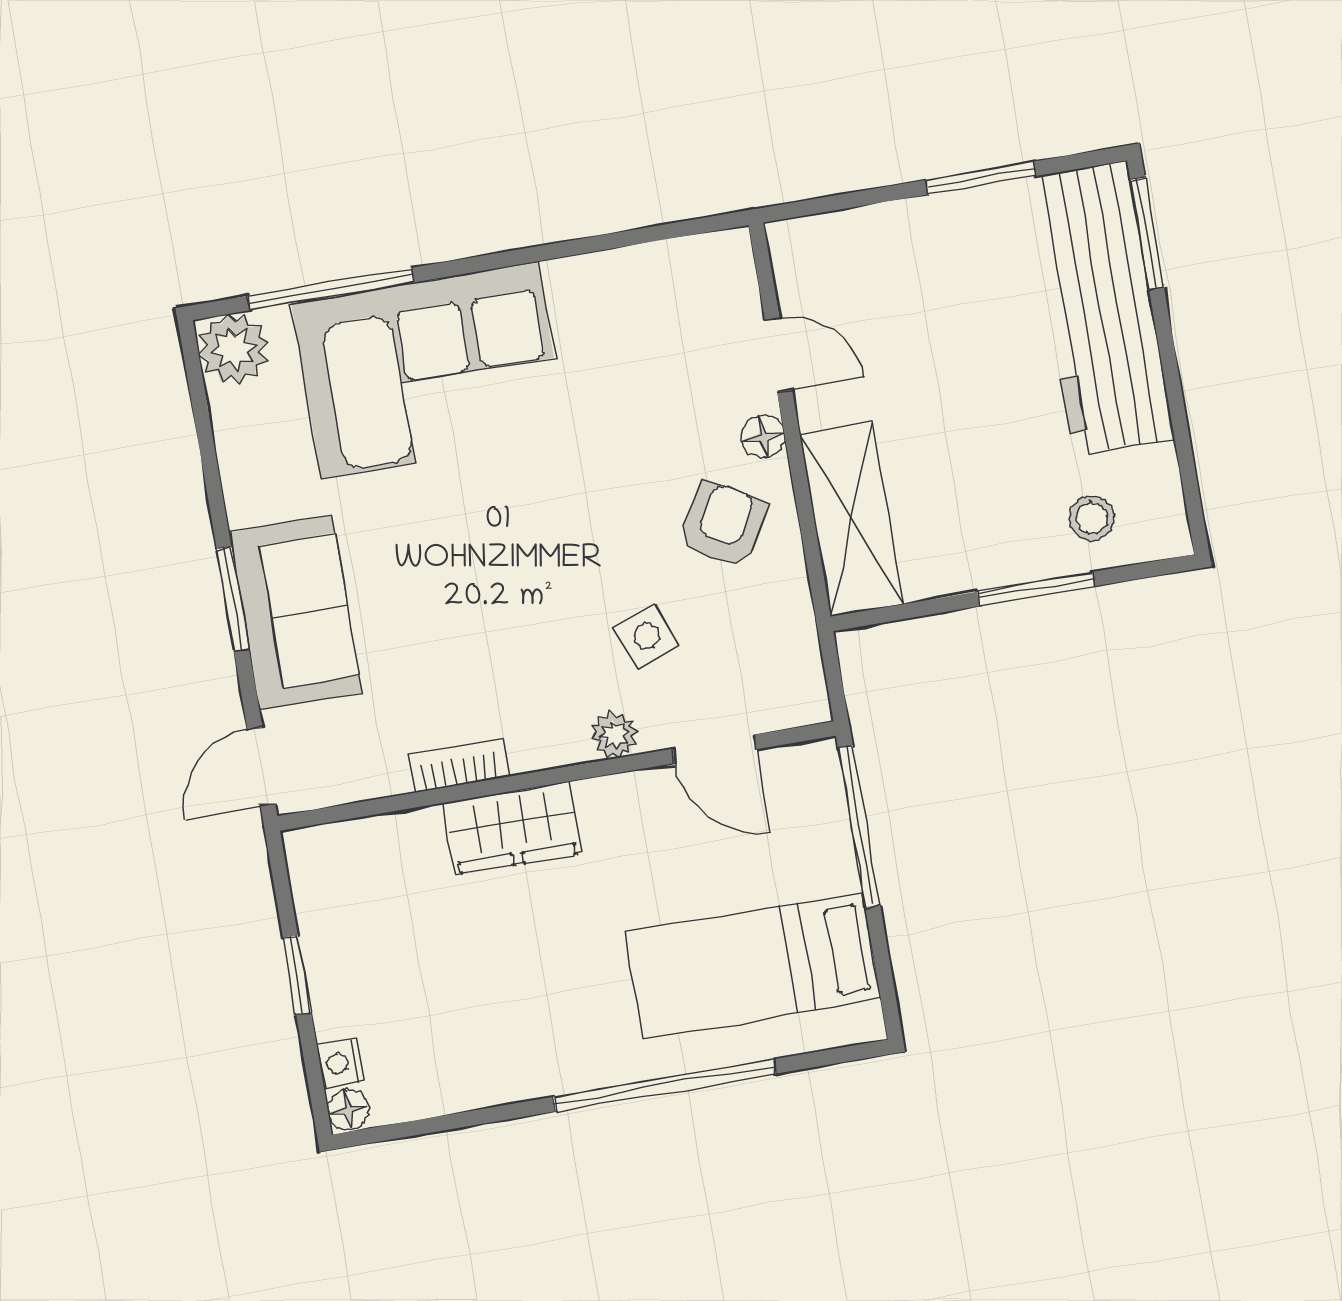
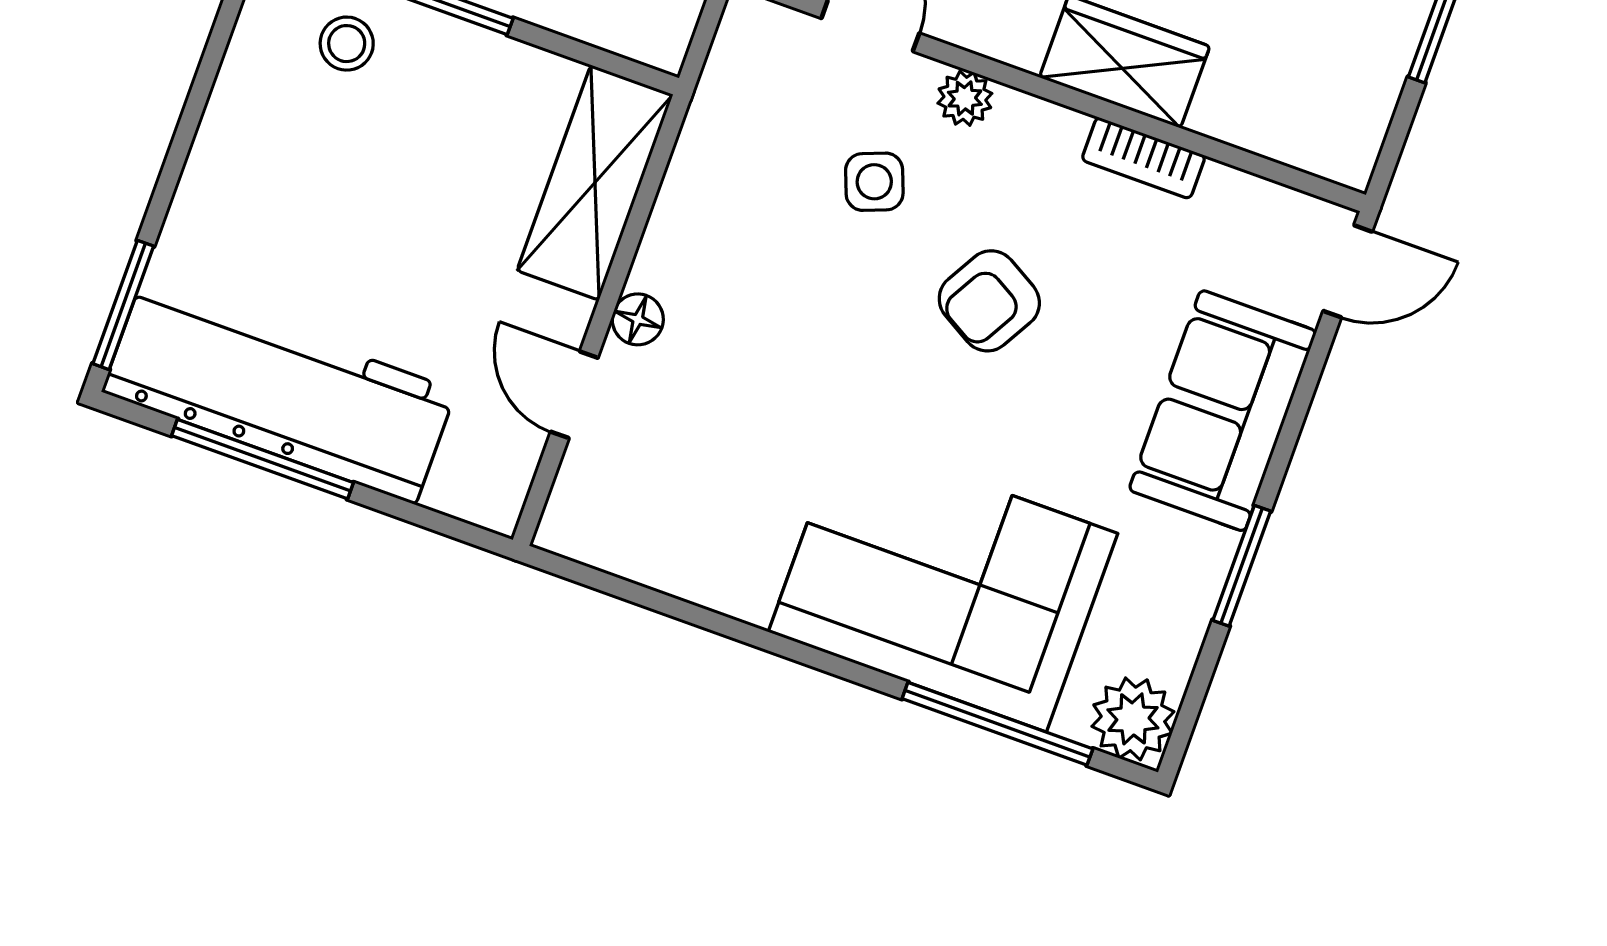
window: (981, 178) -> (262, 459), width x1.44
workbench: (1100, 308) -> (279, 391), moved, turned -90
armchair: (723, 524) -> (989, 301), moved
window: (233, 599) -> (1242, 566), moved

